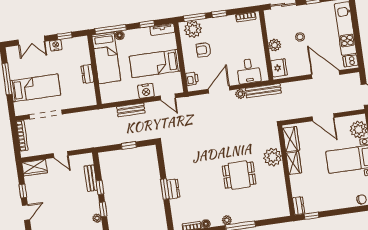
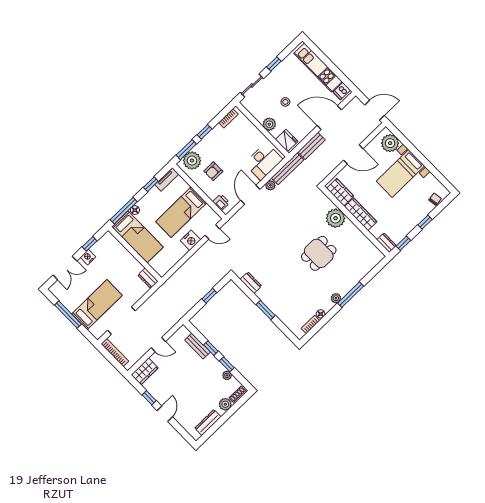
desk: (249, 71) -> (264, 161), width x1.37
dresser: (87, 74) -> (148, 278), moved
bench: (131, 110) -> (311, 146), moved
wardrobe: (294, 163) -> (361, 214), width x1.50
dresser: (173, 189) -> (251, 283), moved
window: (341, 212) -> (425, 222), added

